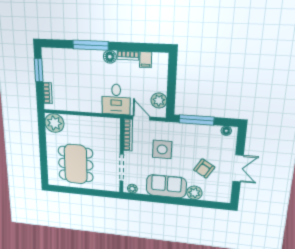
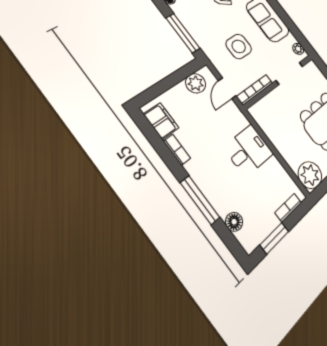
floor lamp: (110, 57) -> (234, 222), moved
filing cabinet: (146, 60) -> (161, 121), width x2.00
desk: (116, 99) -> (248, 150), moved

